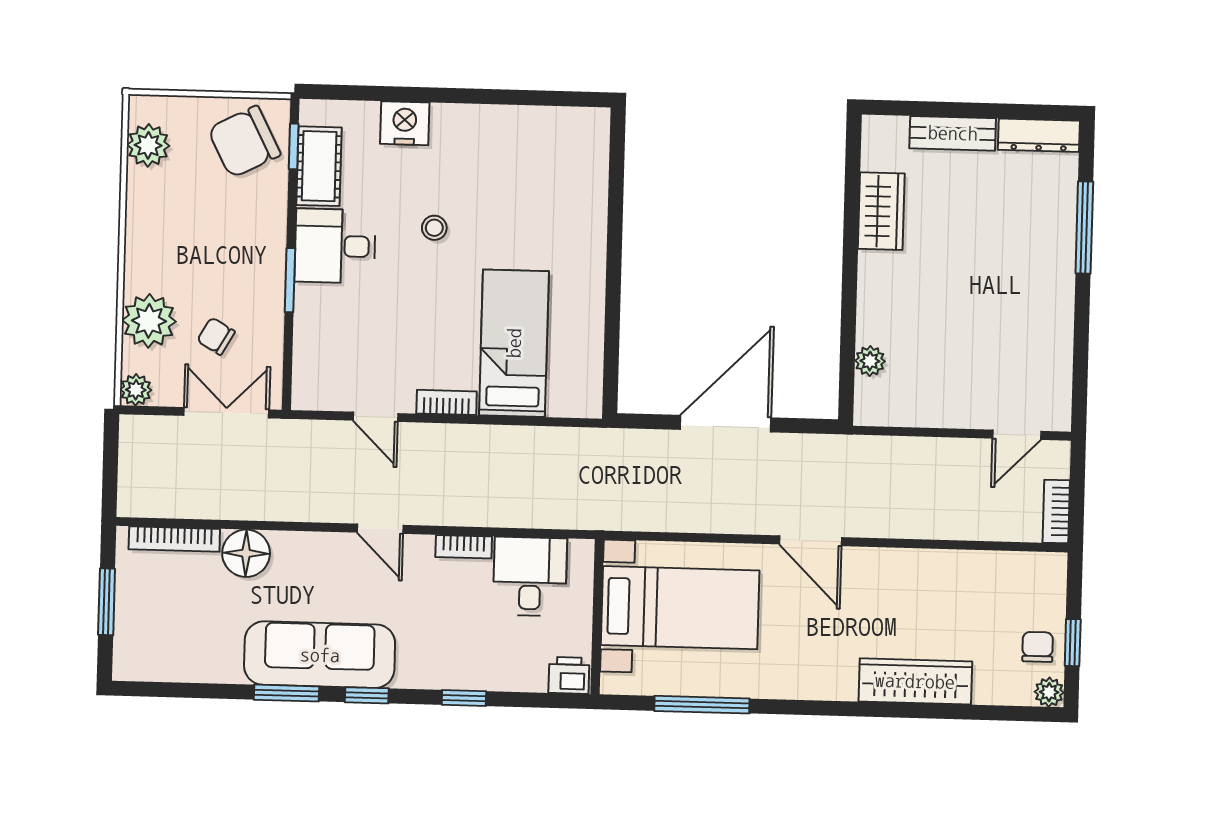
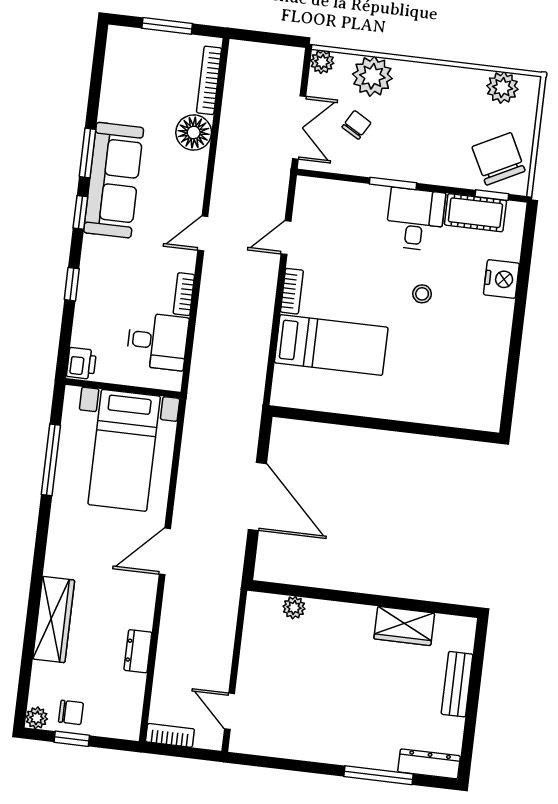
dresser: (1039, 135) -> (429, 764), moved, turned 90
dresser: (947, 565) -> (138, 651), added

